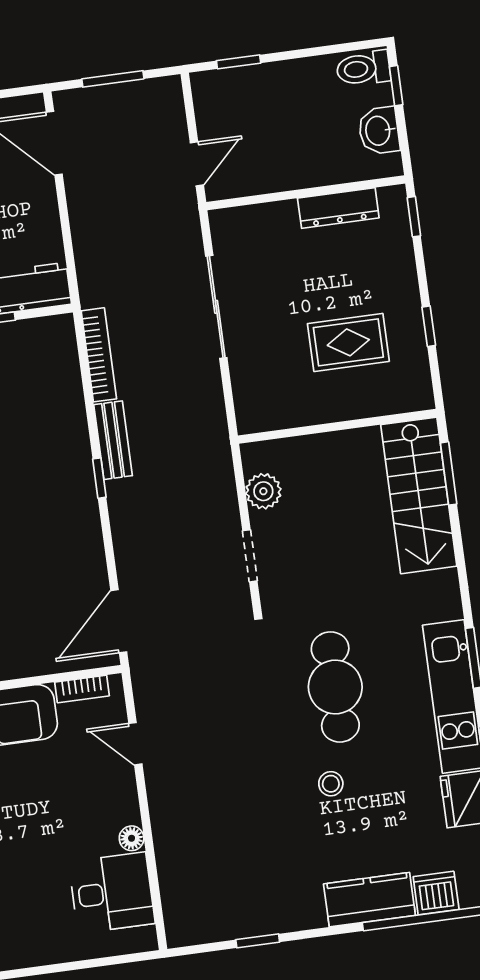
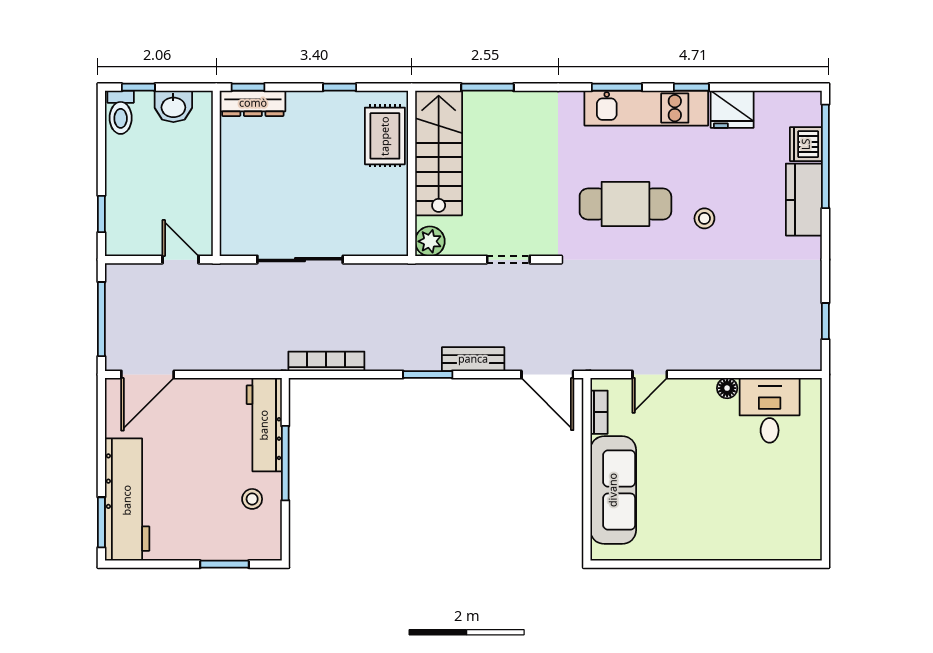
window: (113, 79) -> (101, 319), width x1.44
dresser: (338, 208) -> (253, 103), moved, turned 90
rug: (348, 342) -> (385, 136), moved
bench: (113, 440) -> (473, 359), moved
window: (449, 473) -> (487, 87), moved
window: (99, 478) -> (428, 374), width x1.50
plant: (263, 491) -> (430, 241), moved
stairs: (419, 495) -> (439, 153), moved, turned -90
window: (258, 941) -> (825, 321), moved

